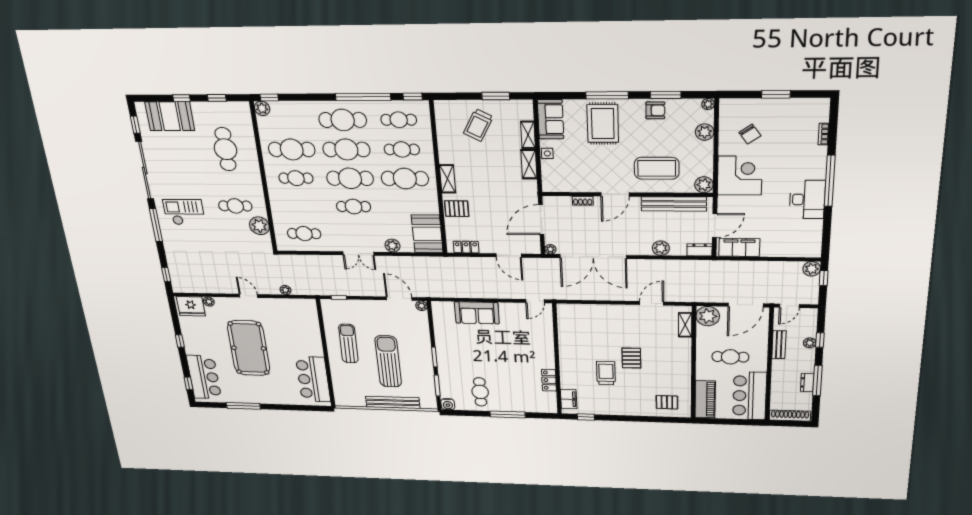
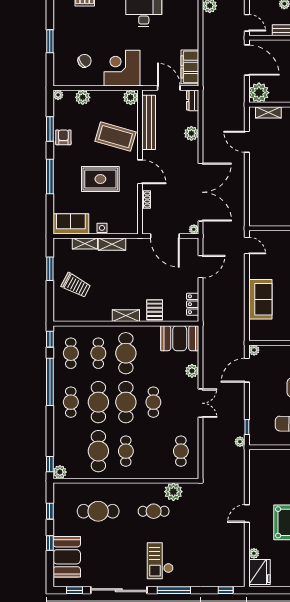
cafe table: (343, 120) -> (71, 402), width x0.73, depth x0.74
rug: (603, 124) -> (100, 179), moved
coffee table: (657, 168) -> (115, 137), turned -74
cafe table: (235, 206) -> (154, 511), turned 90
plant: (286, 290) -> (240, 442), moved

